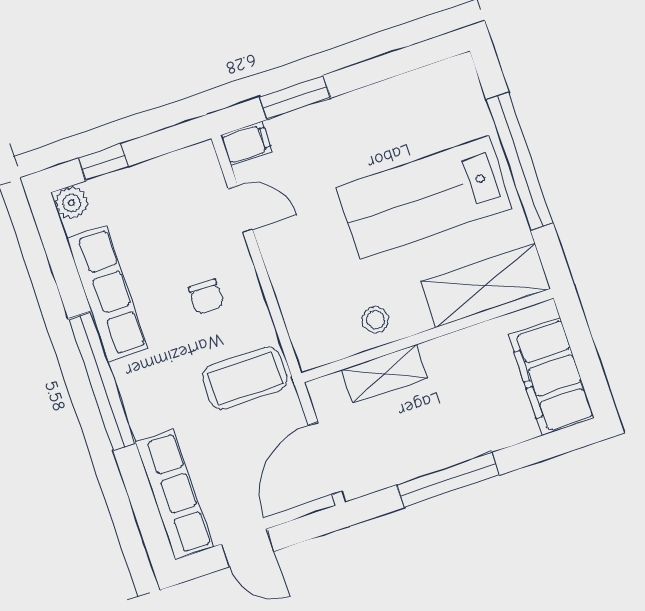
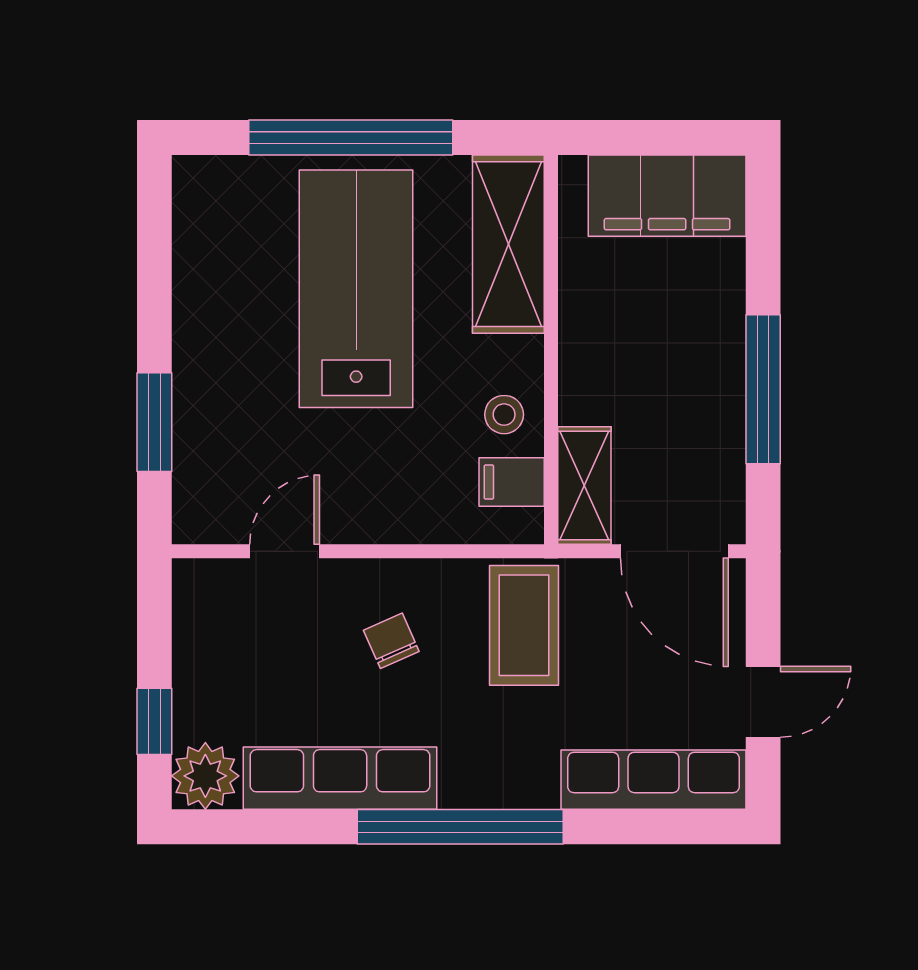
filing cabinet: (246, 144) -> (512, 482), moved, turned -90
lab bench: (424, 198) -> (356, 289), turned 180
plant: (71, 203) -> (205, 776), width x1.38, depth x1.38
chair: (206, 297) -> (391, 641), turned -114
shelving: (385, 374) -> (584, 485), moved

